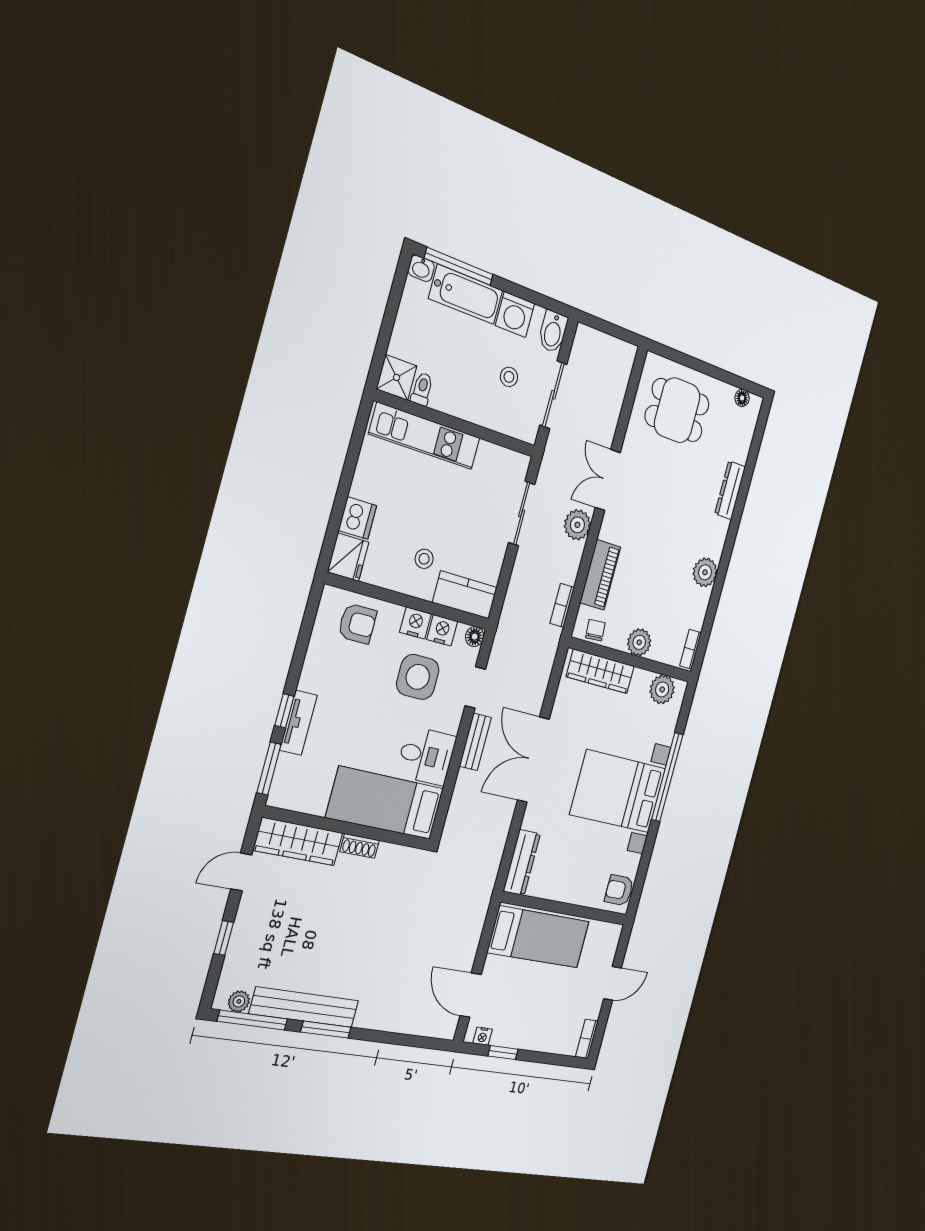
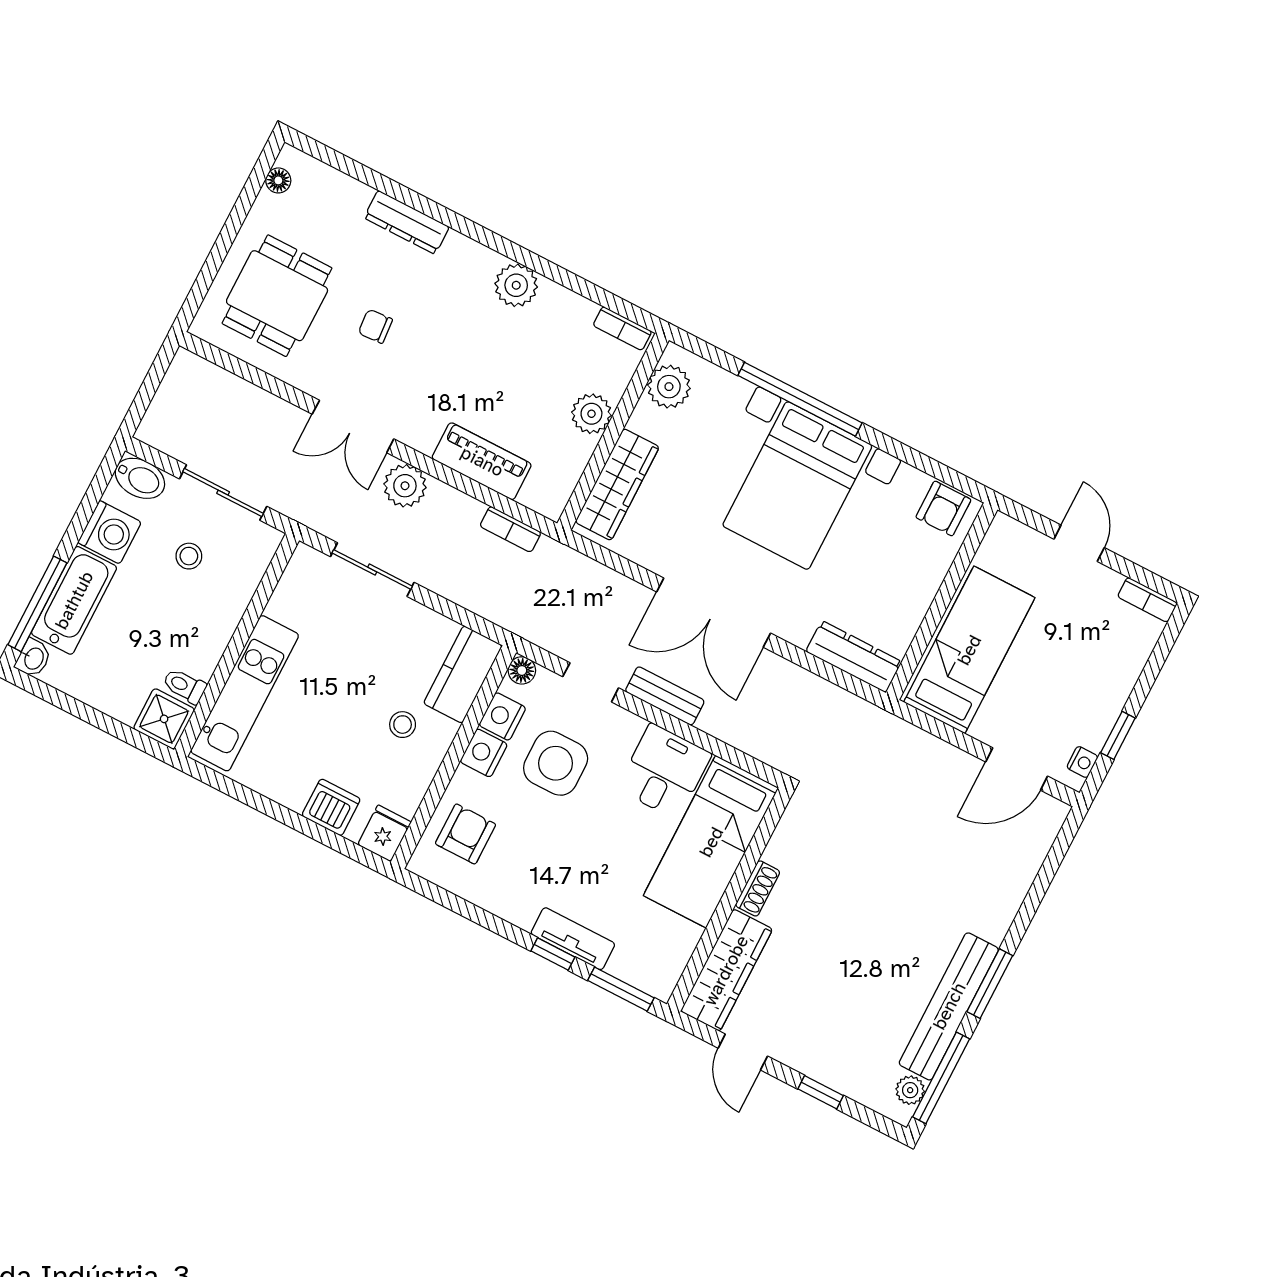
fridge: (348, 557) -> (384, 833), width x0.72
chair: (595, 630) -> (375, 326), moved

